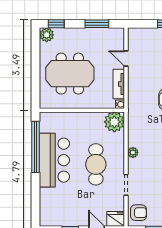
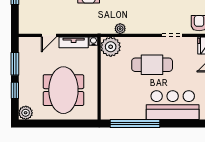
window: (56, 24) -> (15, 90), moved
plant: (133, 152) -> (120, 29), moved
bar counter: (54, 160) -> (173, 105), moved

